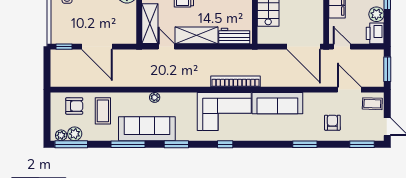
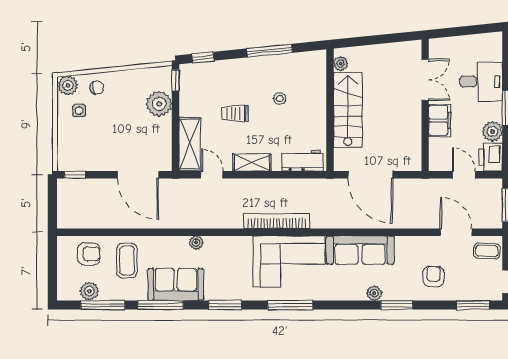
shelving: (196, 35) -> (252, 163), width x0.67, depth x0.75
door: (97, 47) -> (138, 175), moved
door: (304, 47) -> (370, 175), moved
door: (342, 47) -> (464, 175), moved
bookcase: (235, 81) -> (277, 221), moved
sofa: (147, 129) -> (176, 284), width x0.73
plant: (61, 135) -> (374, 293), moved
window: (71, 144) -> (103, 305), moved
window: (225, 144) -> (290, 305), width x2.17

